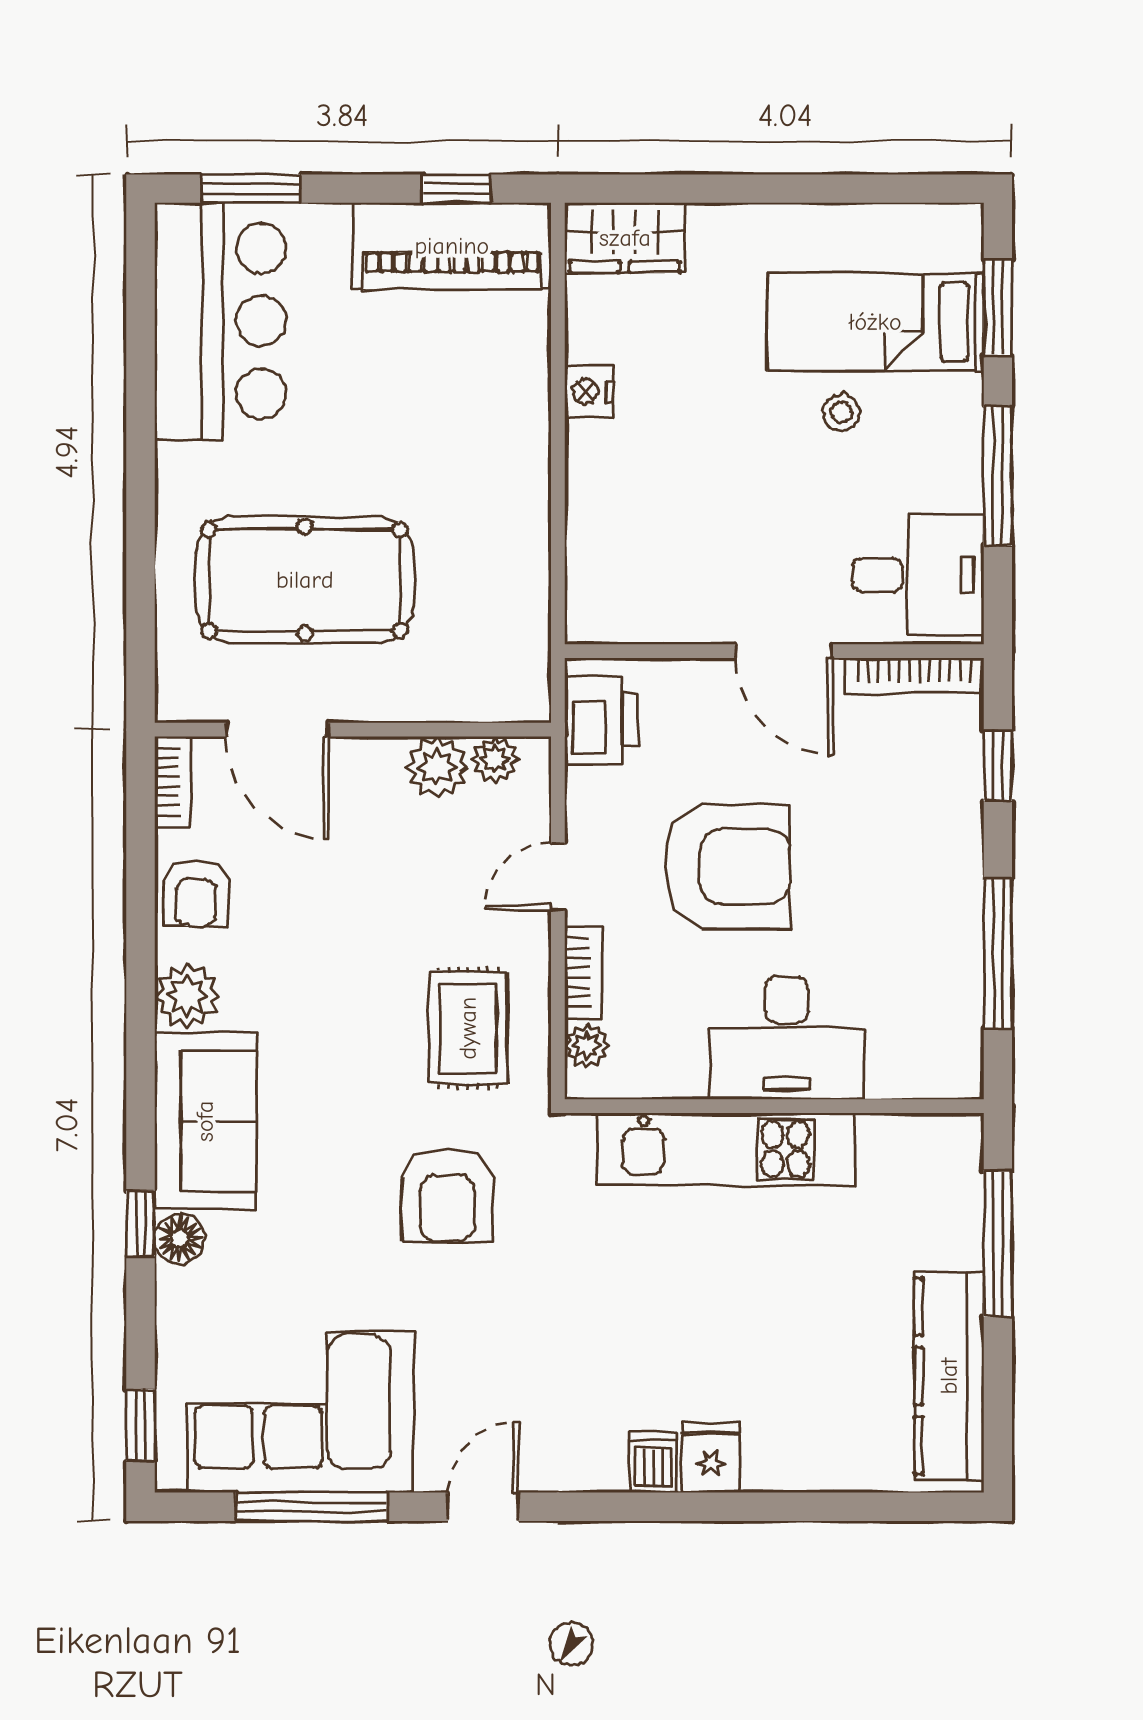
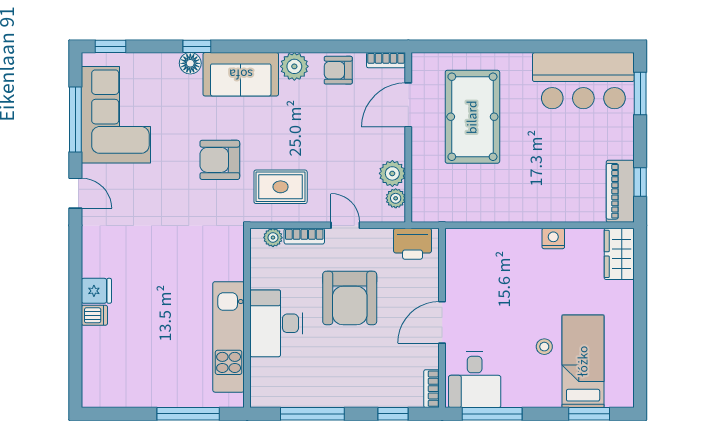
piano: (452, 246) -> (620, 191), width x0.73, depth x0.75
window: (998, 476) -> (492, 414), moved
bookcase: (914, 676) -> (431, 389), width x0.64
kitchen unit: (726, 1149) -> (229, 337), moved
armchair: (447, 1195) -> (220, 160), moved
kitchen counter: (949, 1376) -> (131, 393), removed
dishwasher: (654, 1462) -> (94, 315), moved

